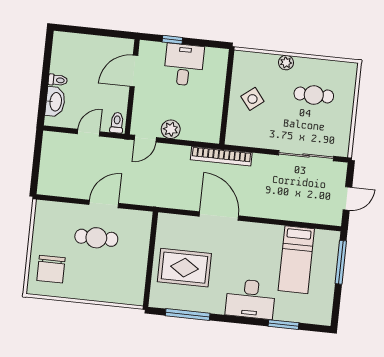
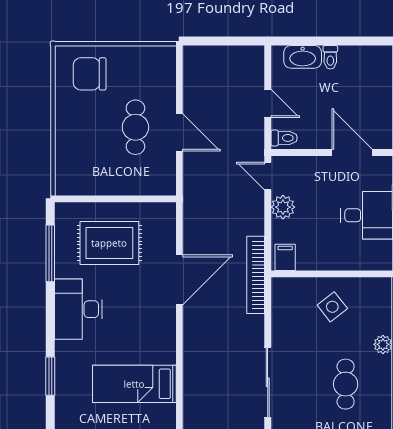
filing cabinet: (210, 132) -> (285, 257), added
rug: (184, 268) -> (109, 243), turned 90
desk: (250, 299) -> (78, 309), moved

